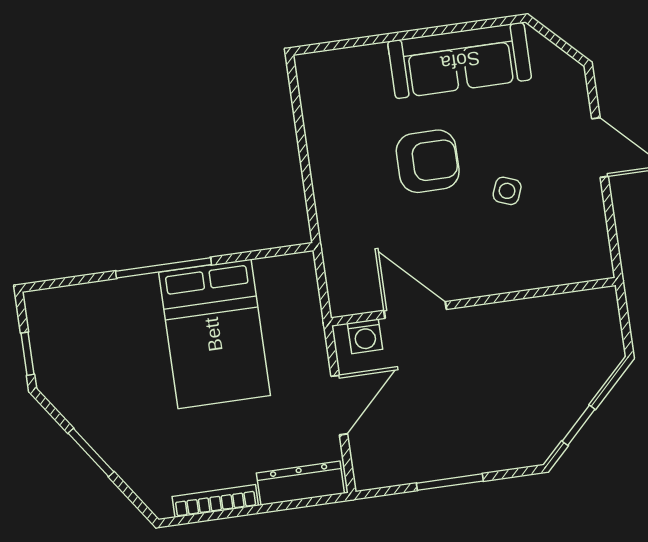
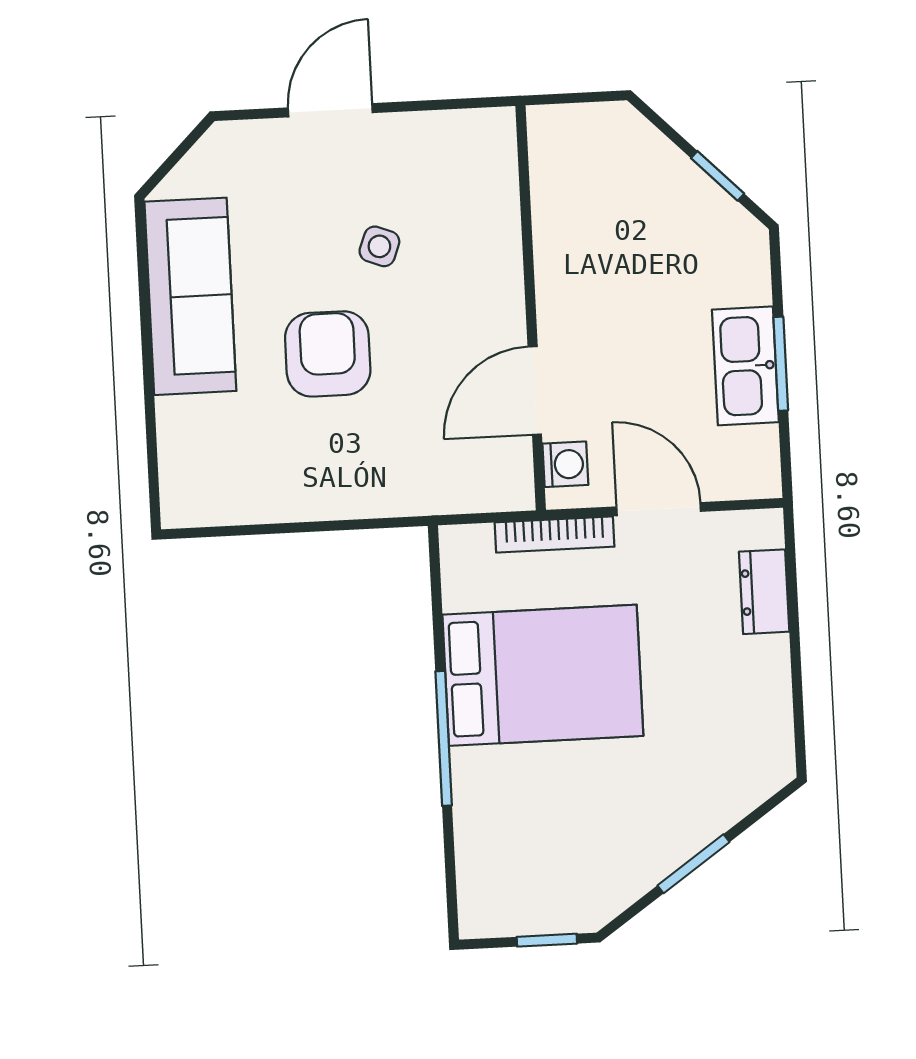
kitchen sink: (446, 457) -> (745, 366), added
dresser: (300, 483) -> (764, 592), width x0.70
bookcase: (215, 501) -> (555, 535), moved, turned -90

